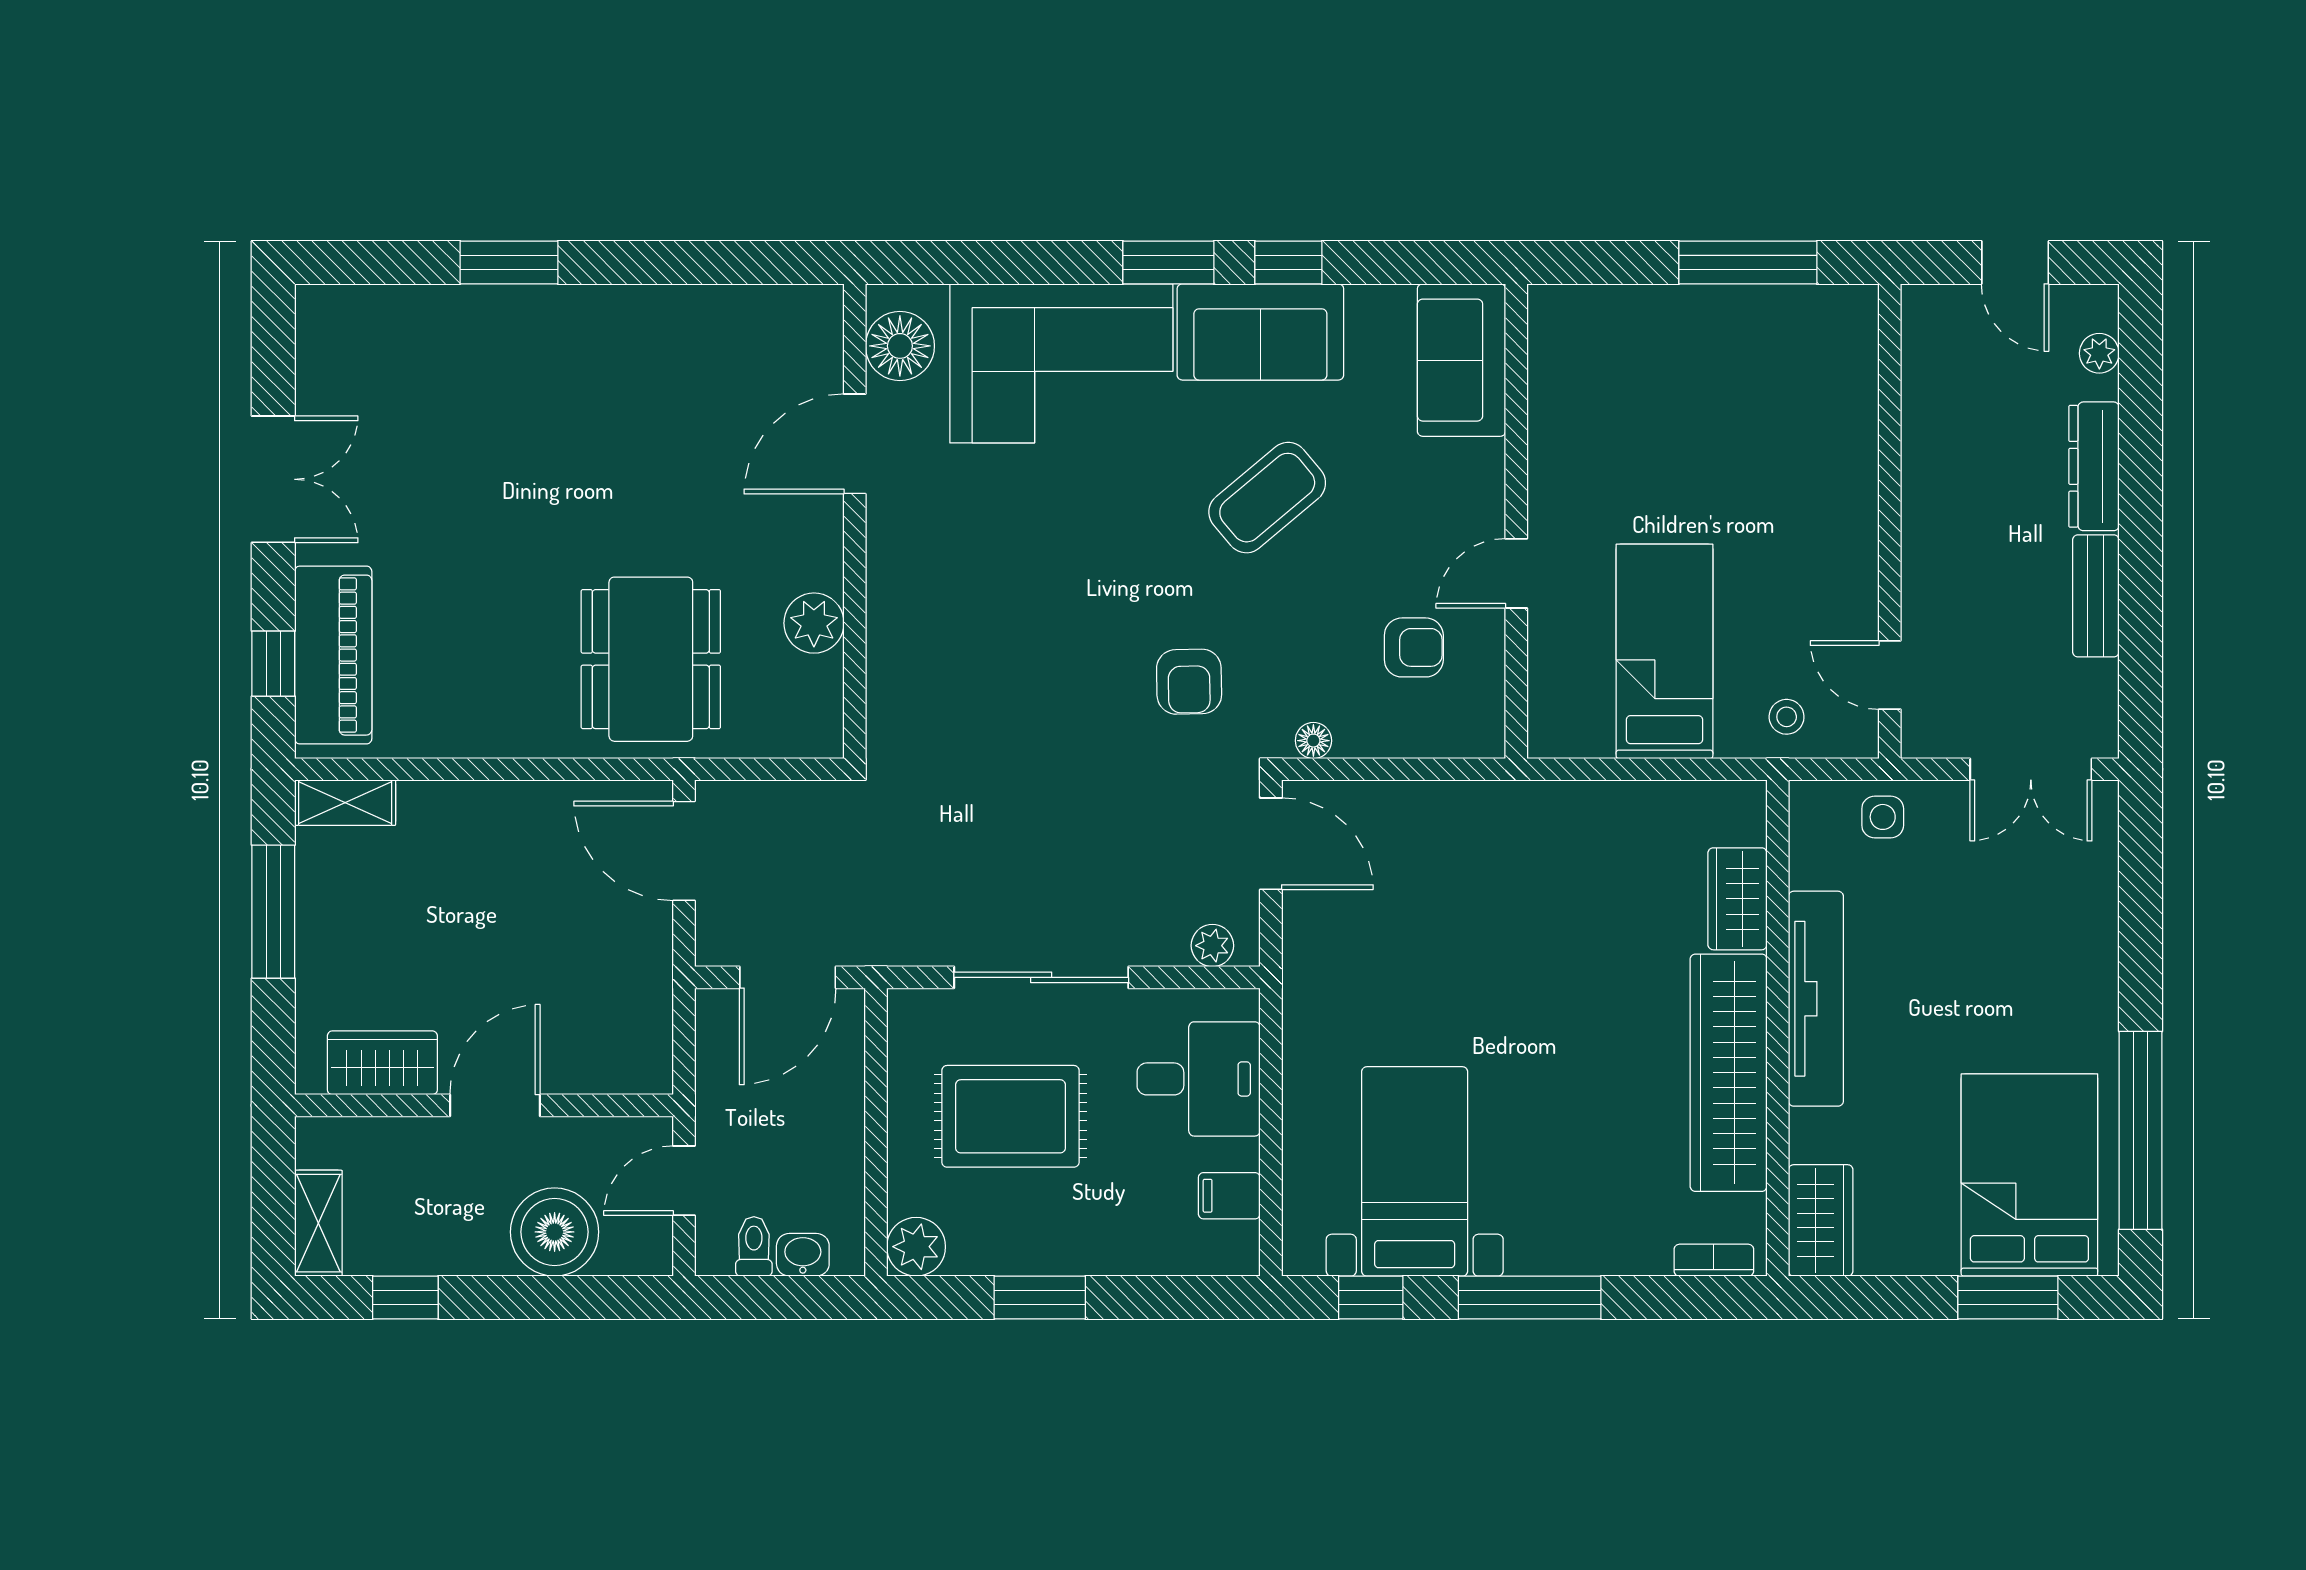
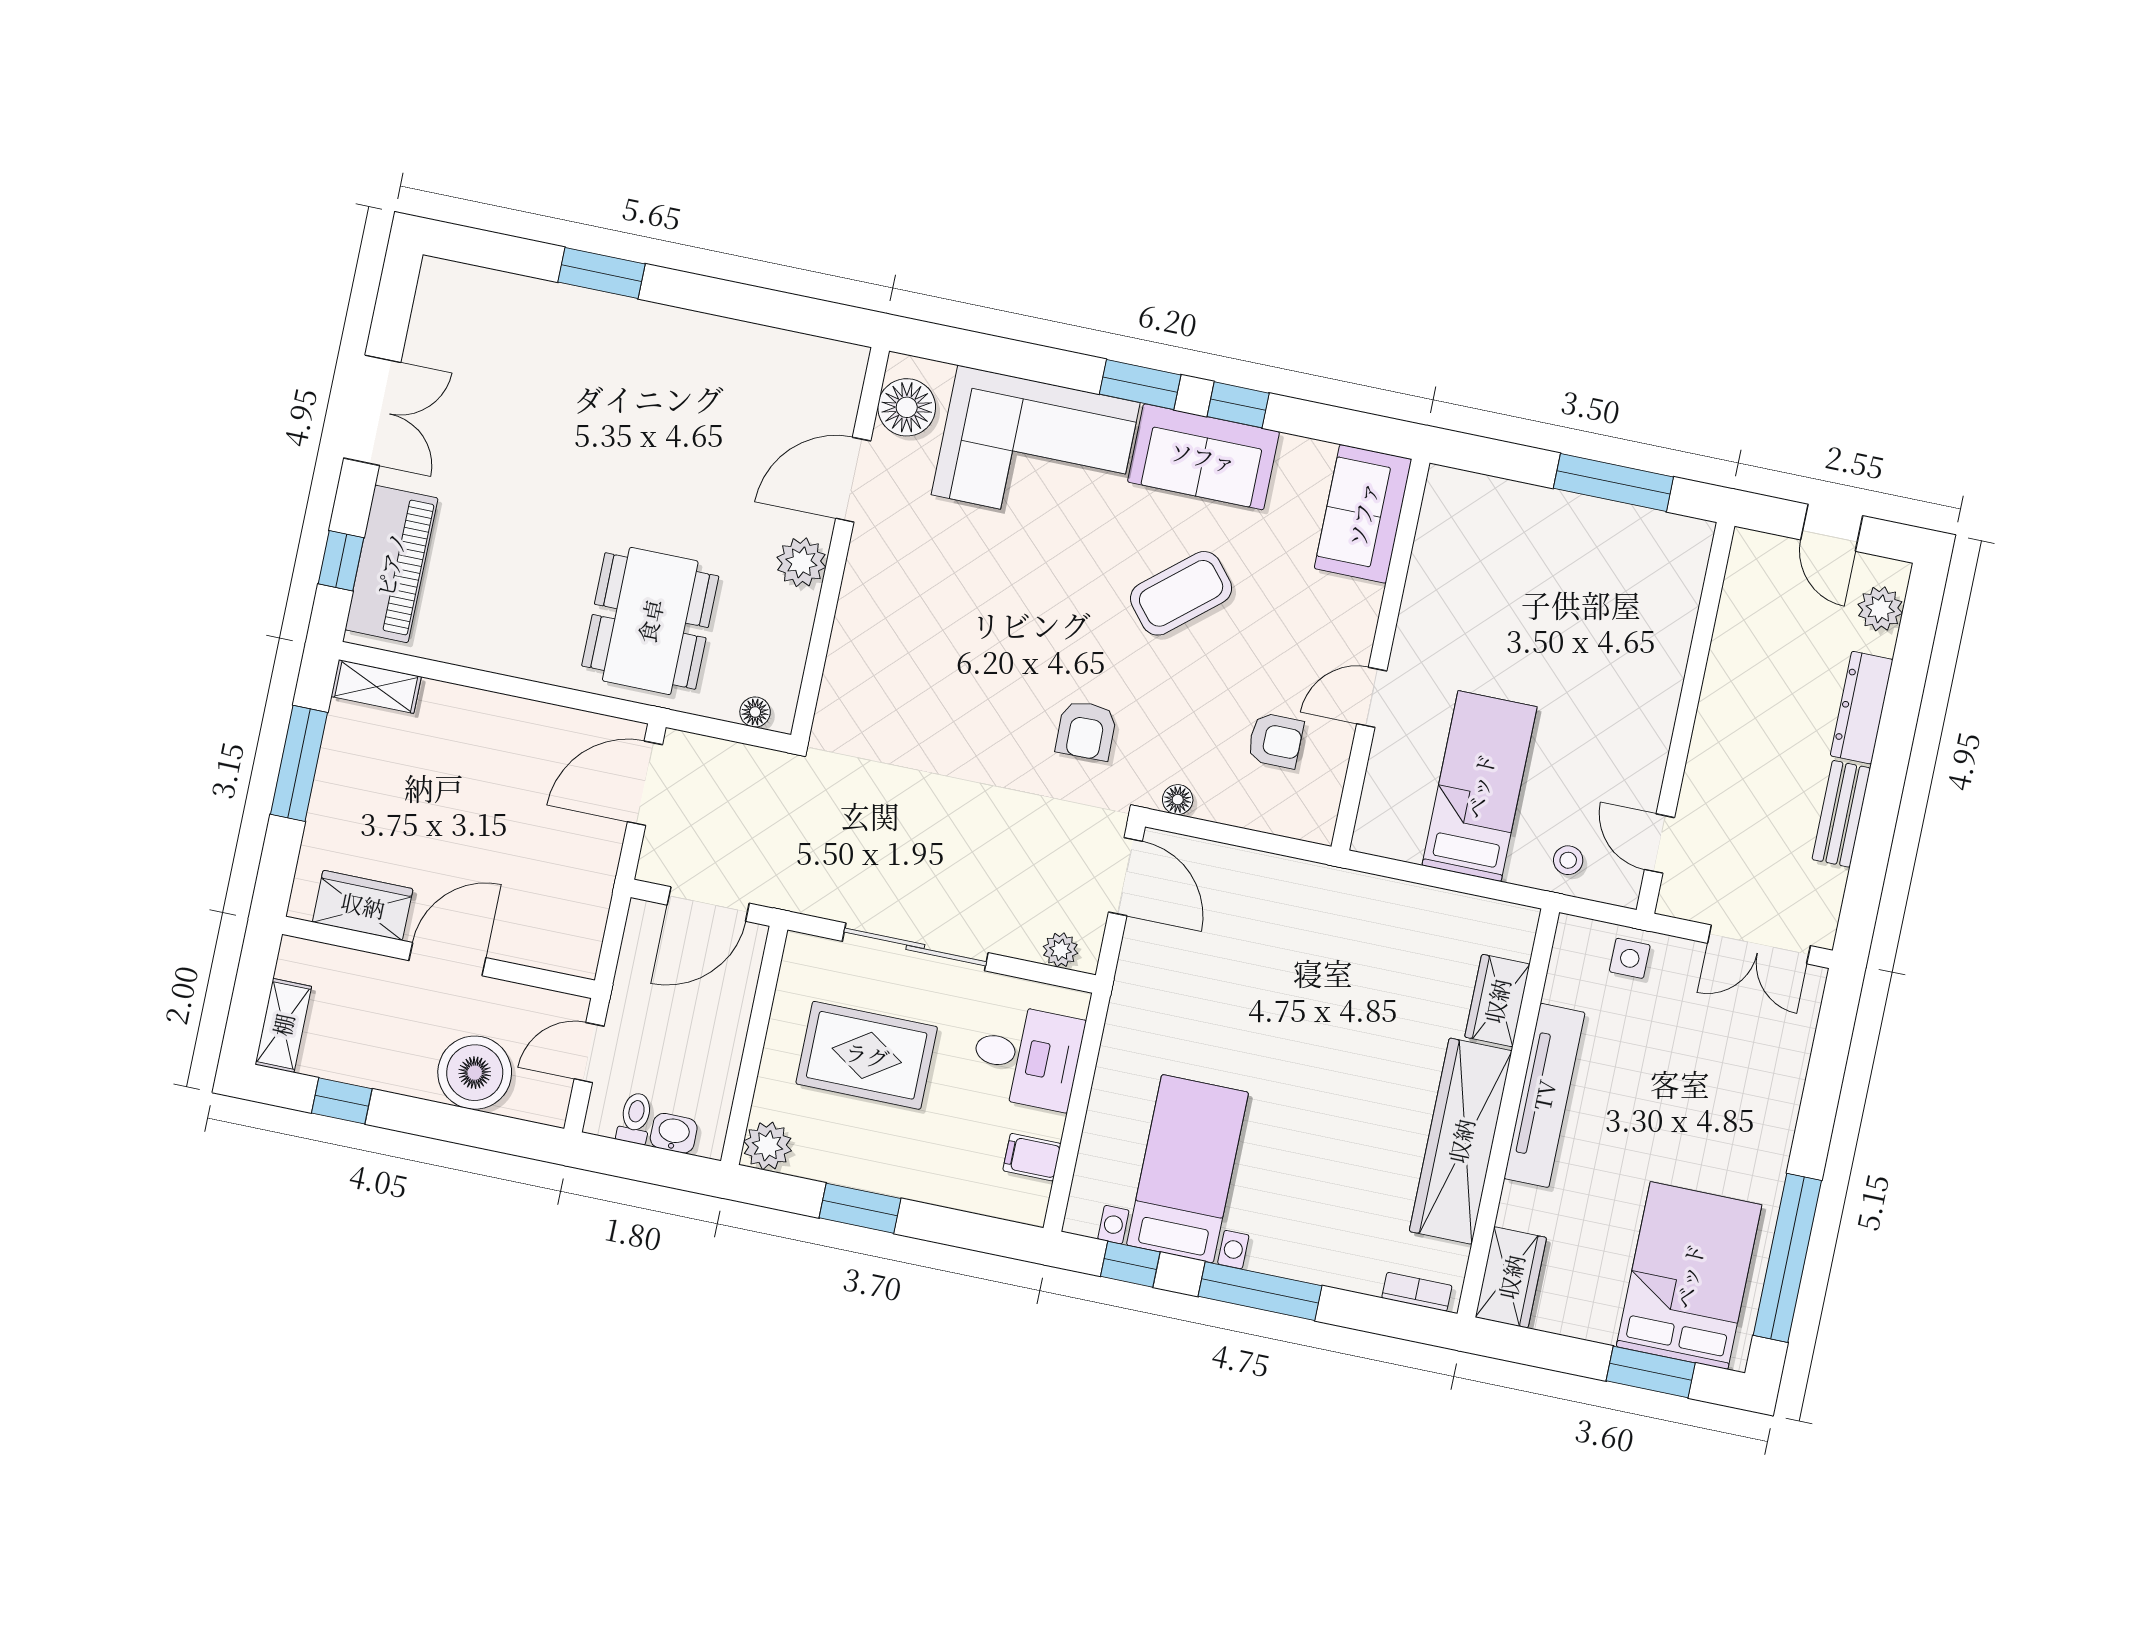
plant: (2099, 353) -> (1880, 609), width x1.38, depth x1.38
plant: (814, 623) -> (801, 562), moved
floor lamp: (796, 740) -> (755, 712), added
door: (684, 851) -> (645, 783), hinge flipped

